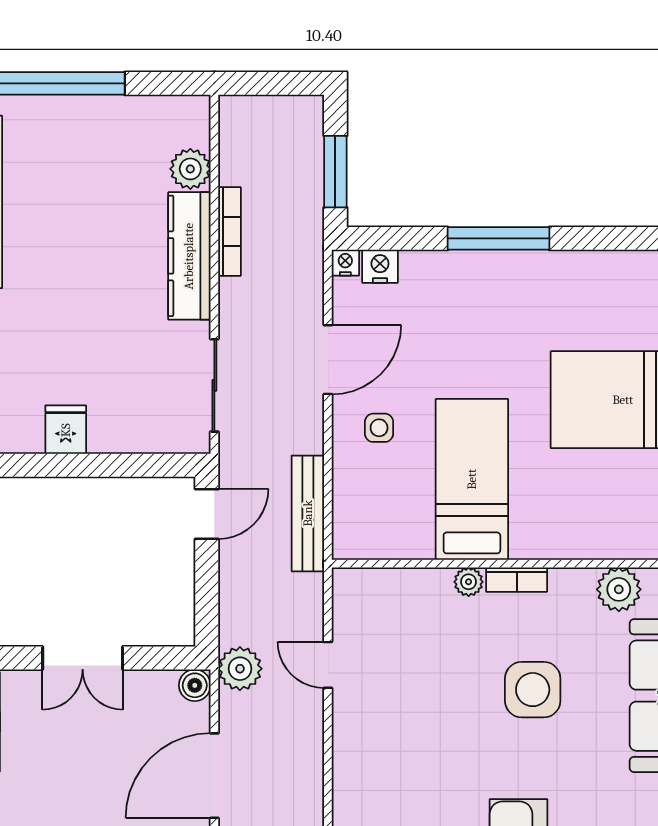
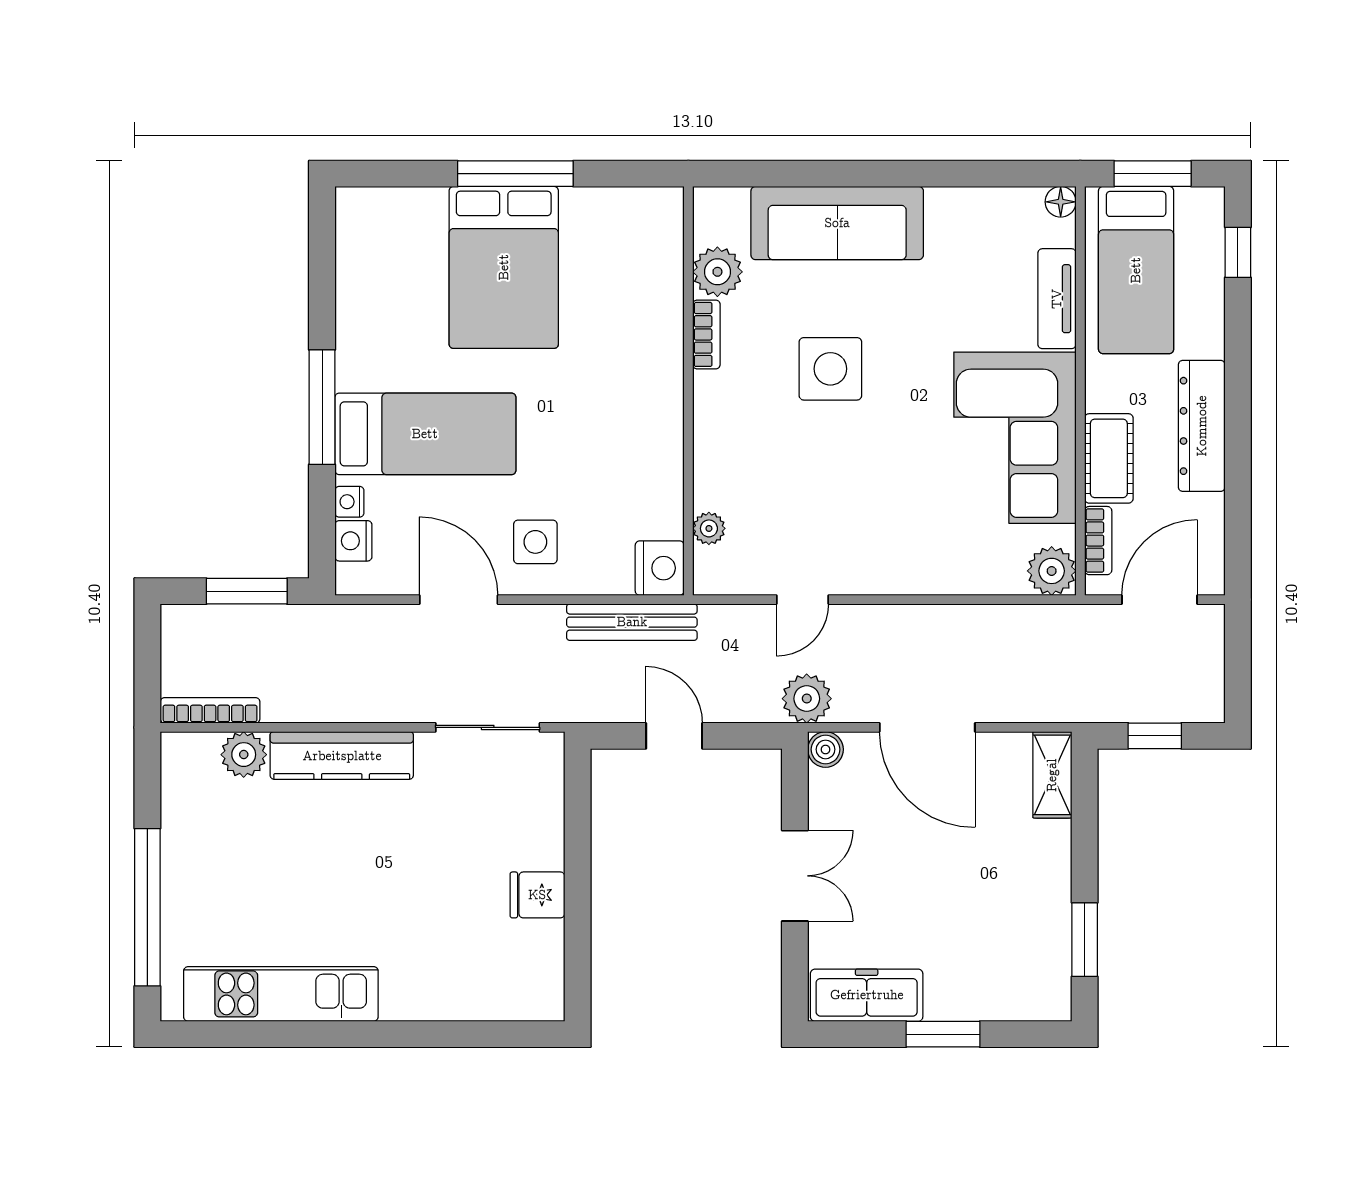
bookcase: (229, 231) -> (210, 710), moved
nightstand: (345, 263) -> (349, 502), moved
side table: (379, 428) -> (535, 542), width x1.37, depth x1.37
bed: (472, 479) -> (425, 434), moved, turned 180
door: (207, 514) -> (674, 736), moved
nightstand: (356, 538) -> (660, 568), added
bookcase: (517, 580) -> (706, 334), moved
plant: (469, 582) -> (709, 528), moved

